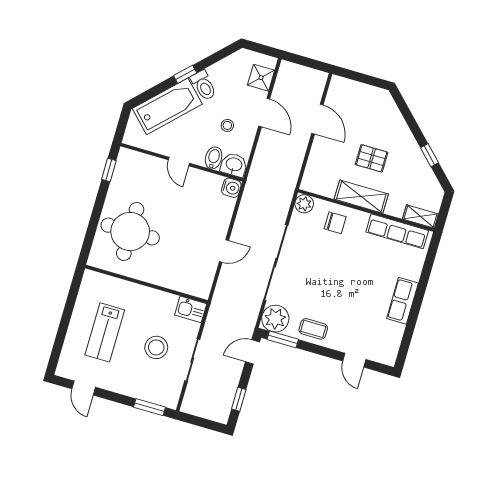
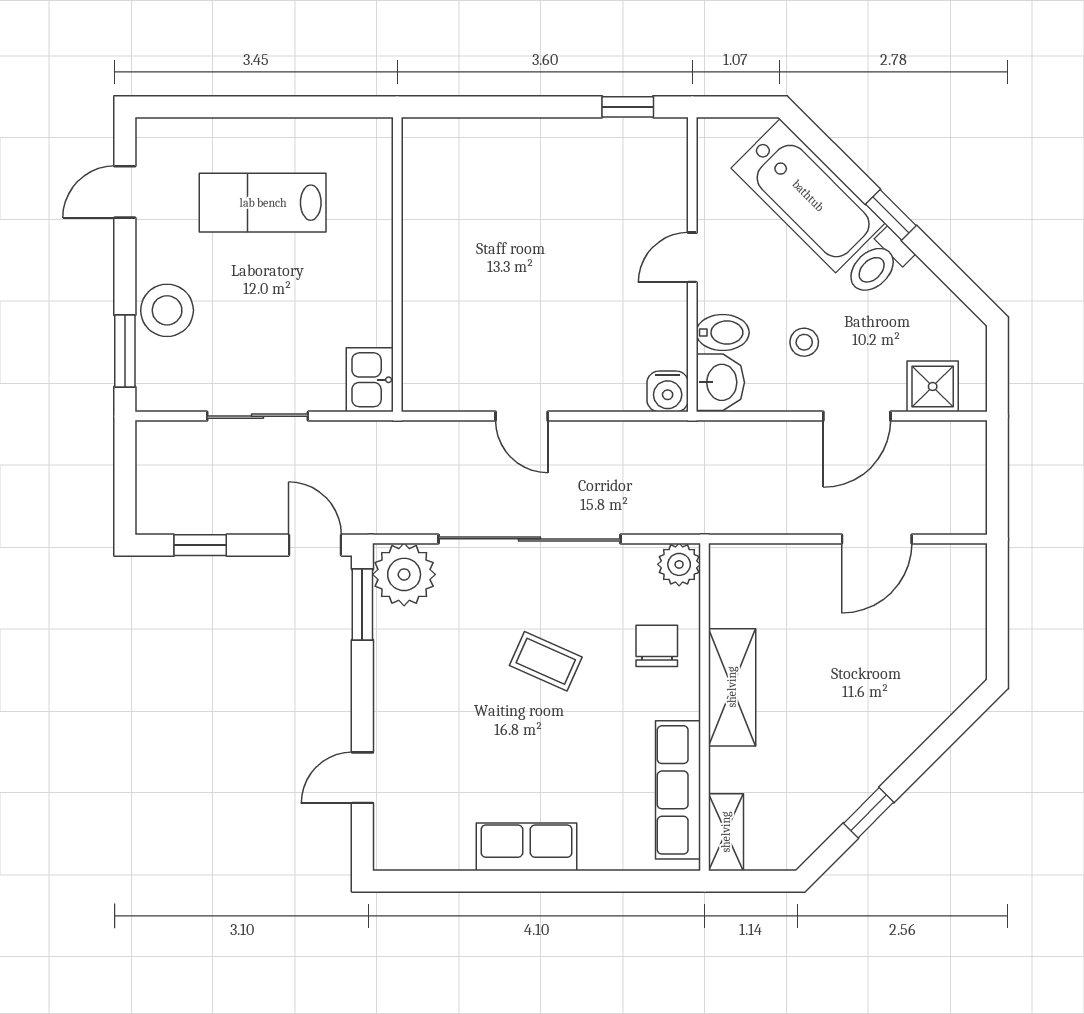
pallet: (372, 158) -> (824, 685), removed
chair: (335, 223) -> (657, 646), turned 180
round table: (130, 232) -> (504, 194), removed
coffee table: (313, 329) -> (546, 661), moved, turned -66
stool: (156, 347) -> (167, 310), moved

